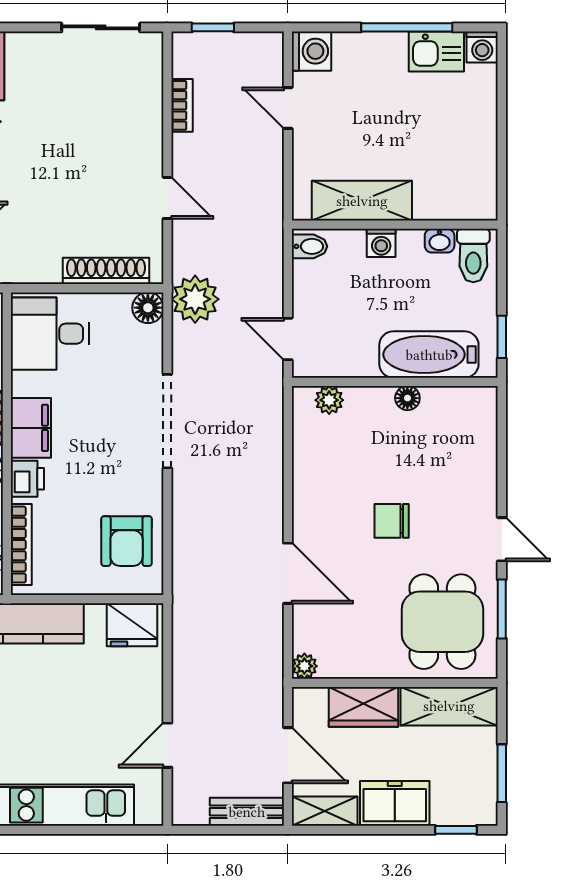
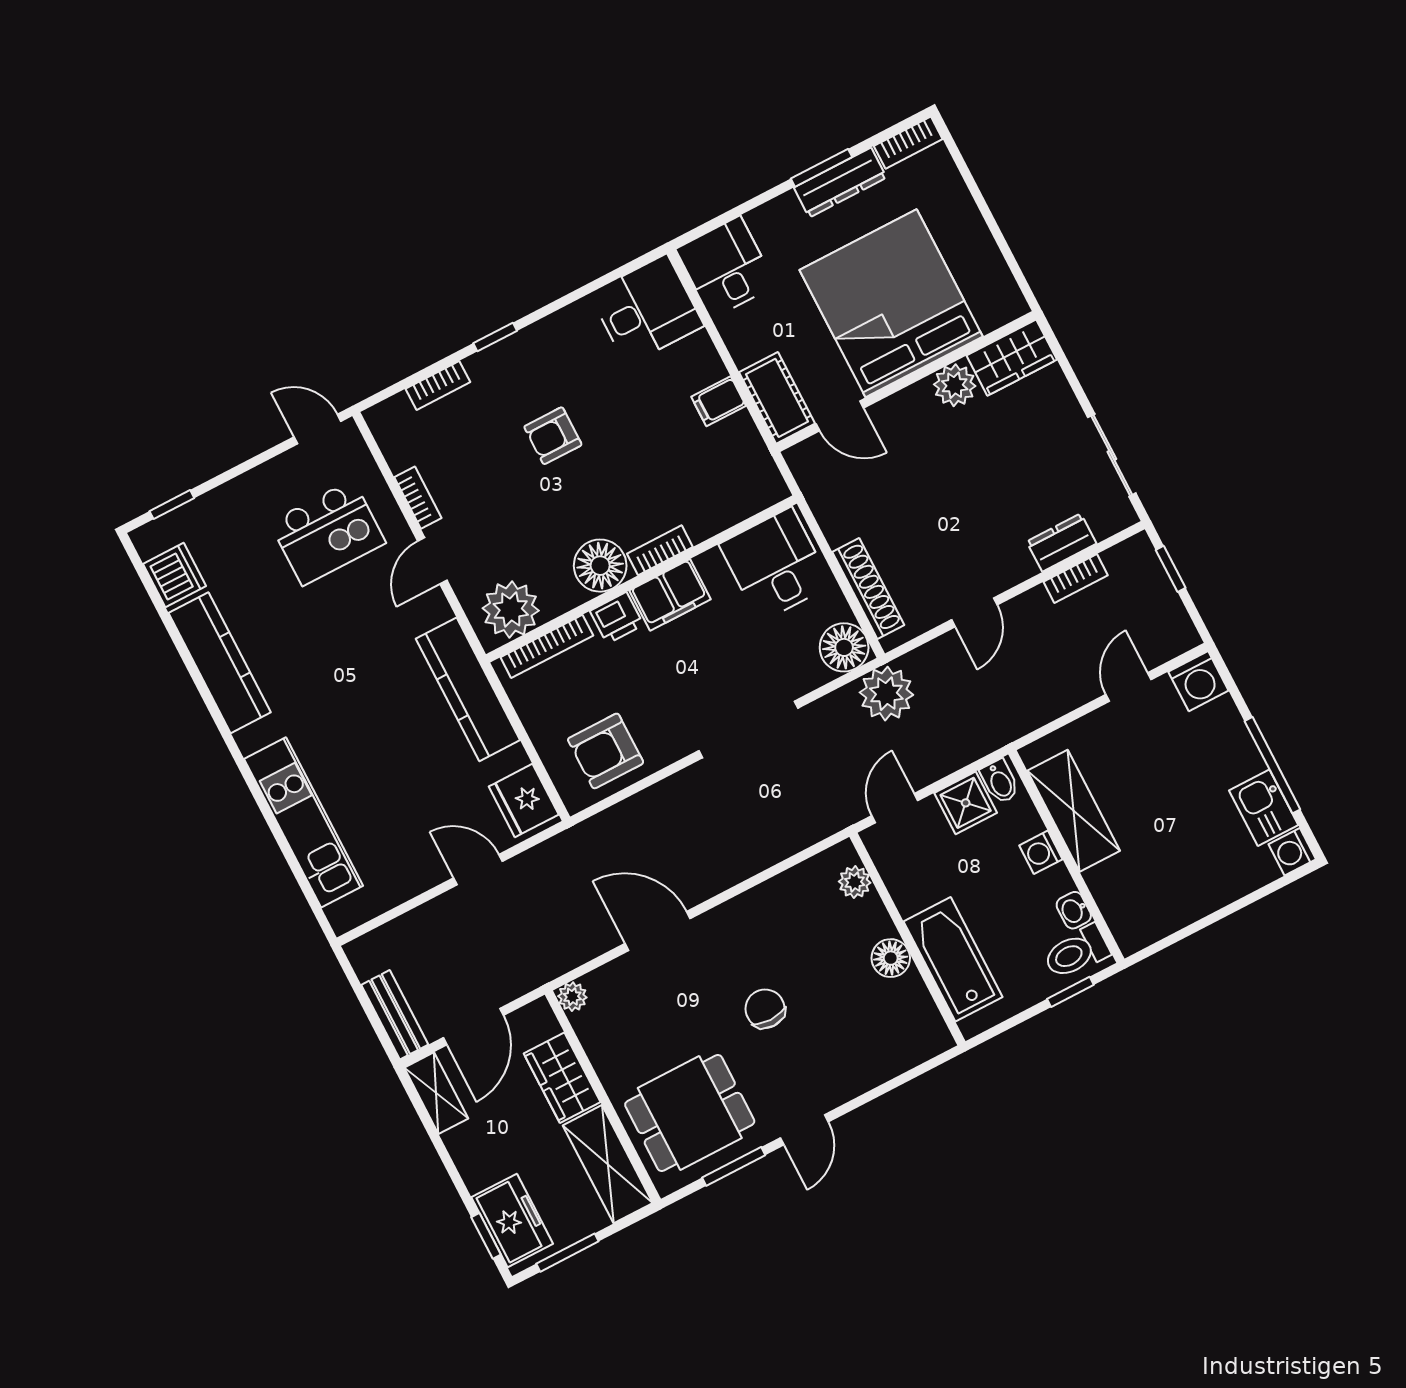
dresser: (148, 102) -> (1062, 543), added
shower: (312, 282) -> (966, 803), added
floor lamp: (148, 308) -> (844, 647), width x1.38, depth x1.38
window: (502, 337) -> (1070, 992), moved
floor lamp: (407, 398) -> (891, 958), width x1.37, depth x1.37
door: (288, 573) -> (658, 931), swing flipped
door: (167, 745) -> (478, 870), moved
freezer: (395, 803) -> (512, 1220), moved

